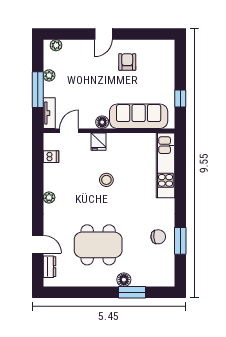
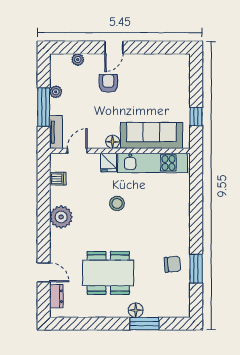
plant: (56, 45) -> (78, 60), moved
armchair: (127, 62) -> (108, 83), moved
kitchen unit: (165, 165) -> (152, 163), moved, turned -90
plant: (49, 197) -> (61, 217), width x1.88, depth x1.88

